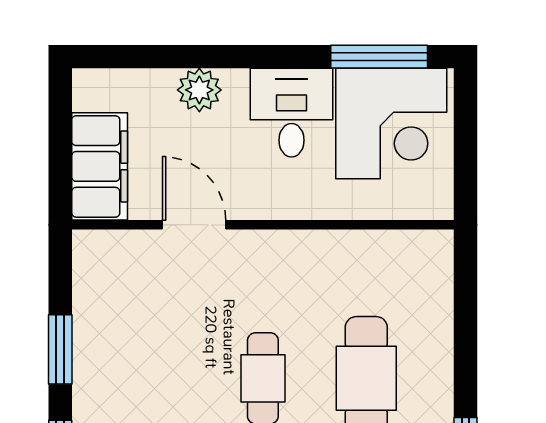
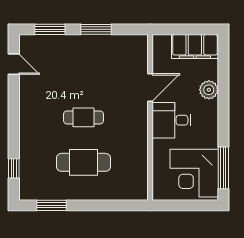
desk: (291, 113) -> (172, 120), moved, turned 180
filing cabinet: (100, 166) -> (195, 46), moved

